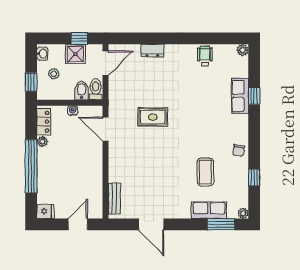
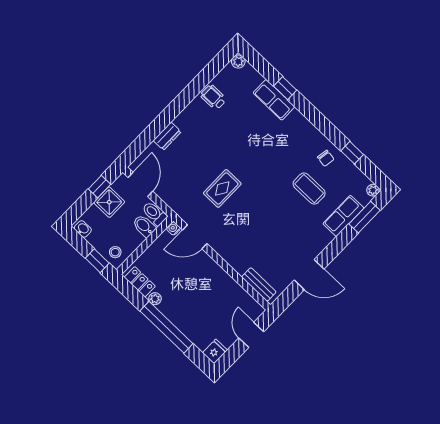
stool: (54, 74) -> (115, 252), moved
water cooler: (73, 111) -> (173, 228), moved
chair: (239, 150) -> (326, 158), moved

